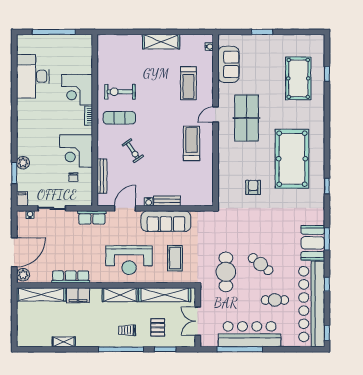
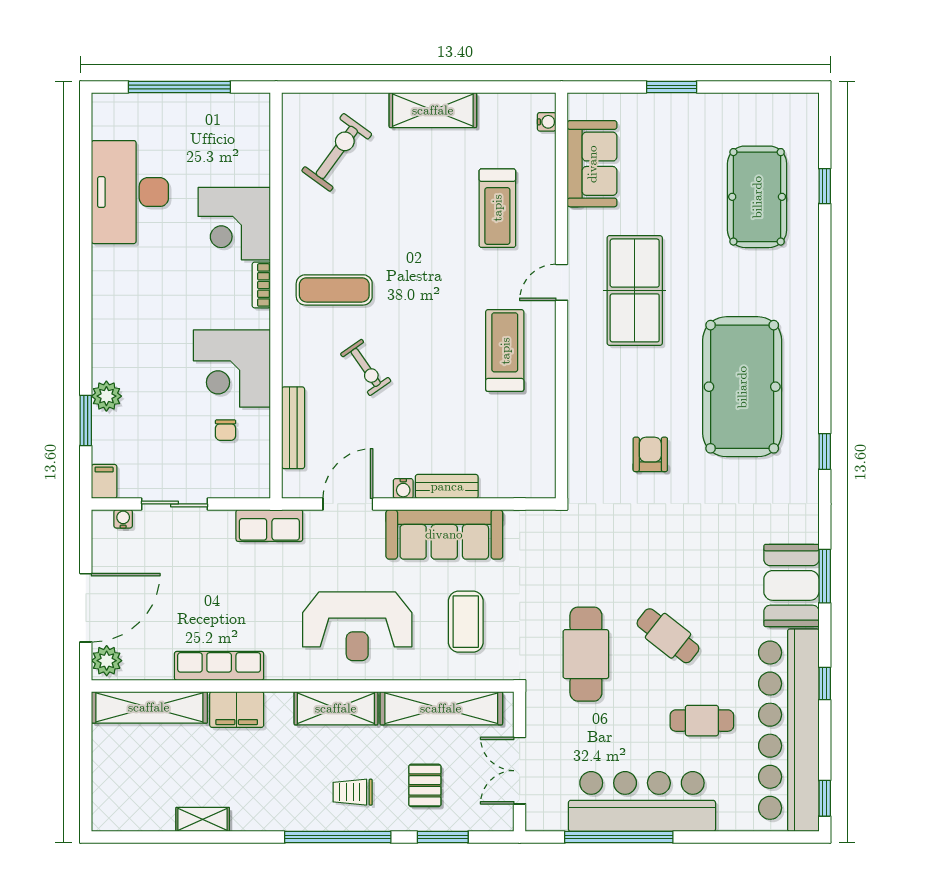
exercise bike: (120, 92) -> (337, 152), moved, turned 126

